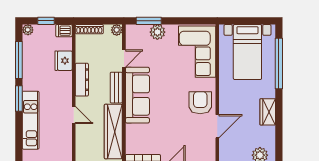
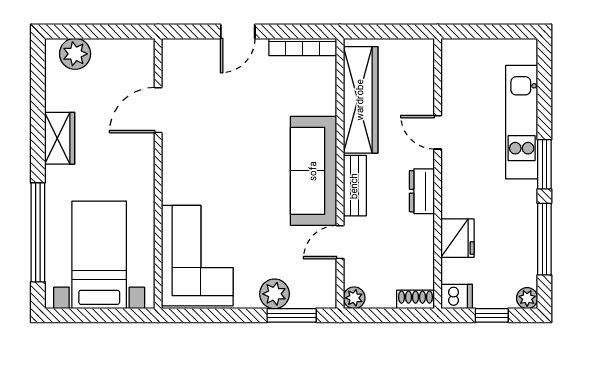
shoe rack: (89, 29) -> (416, 299), width x0.70
dresser: (82, 80) -> (422, 191), width x0.70
armchair: (200, 103) -> (191, 156), removed

